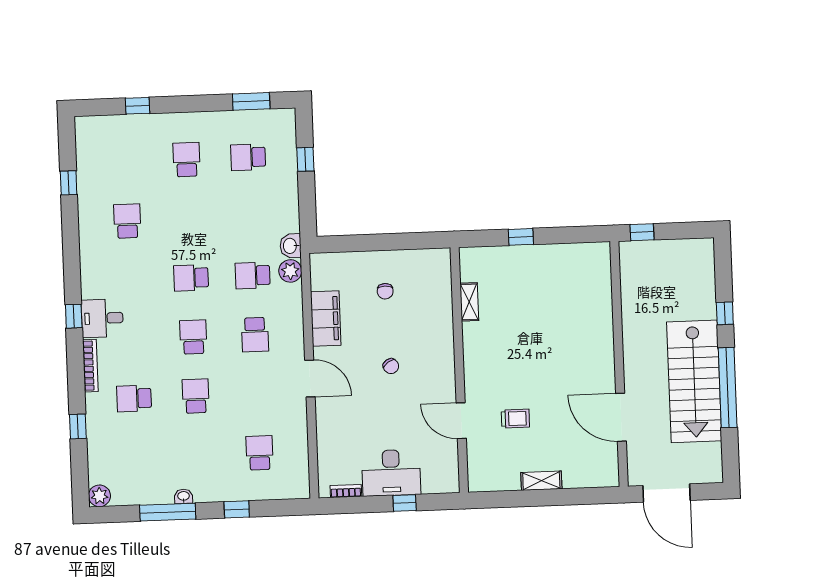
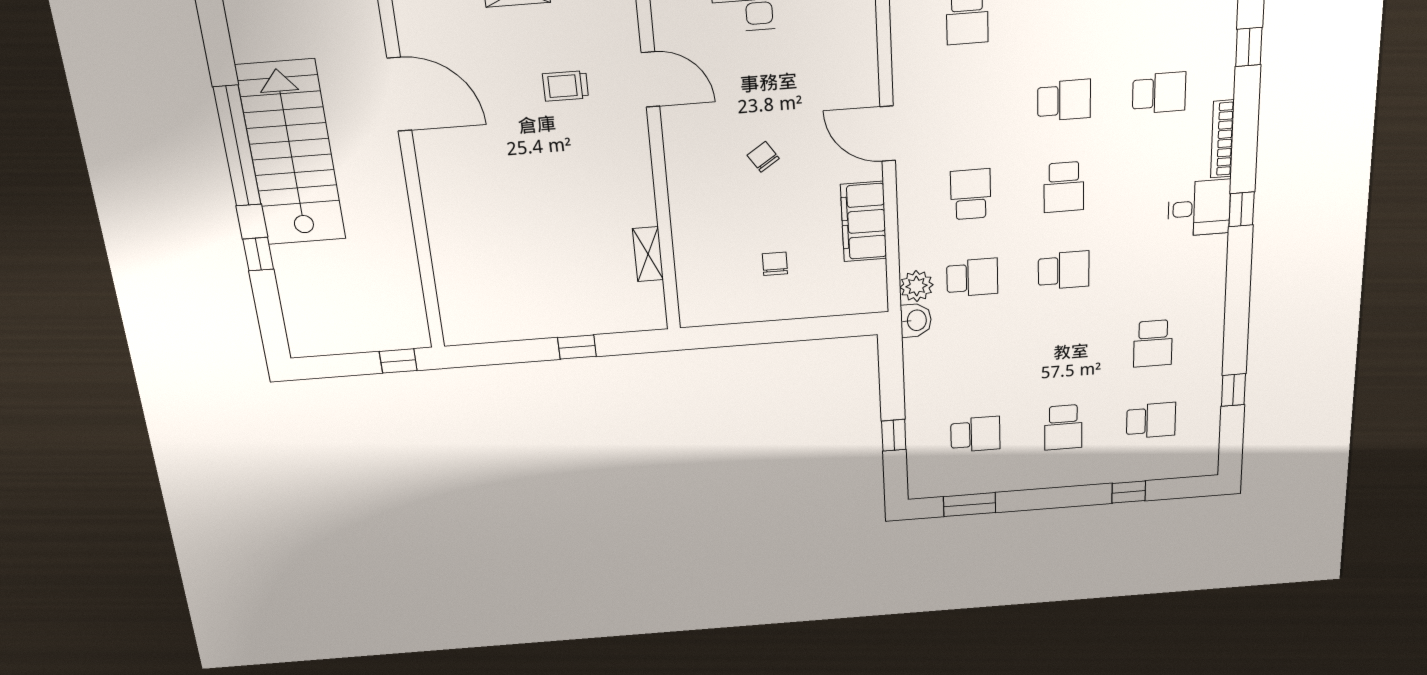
school desk: (125, 162) -> (1151, 420), added
school desk: (196, 396) -> (1064, 100), turned -90

